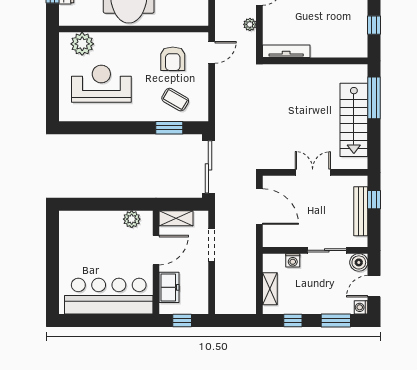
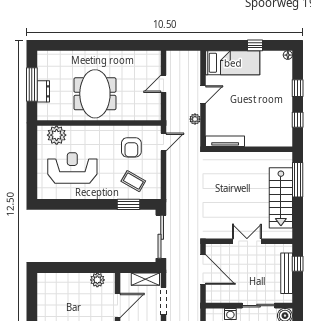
shelving: (176, 218) -> (145, 279), moved

